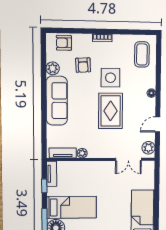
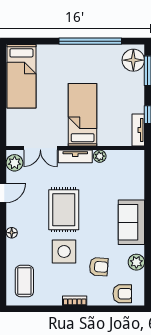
armchair: (83, 65) -> (99, 267), turned 97
sofa: (57, 101) -> (131, 222), width x0.73
tv unit: (63, 153) -> (75, 156), moved
double door: (128, 159) -> (40, 148), swing flipped
bed: (72, 207) -> (83, 115), moved, turned 90

